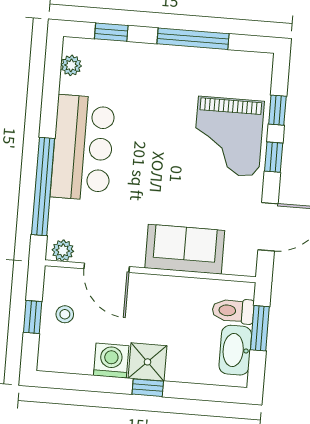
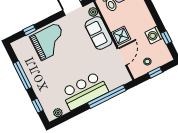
window: (274, 157) -> (47, 21), removed
plant: (63, 251) -> (93, 12), moved
shower: (148, 362) -> (121, 36), moved
window: (148, 388) -> (166, 38), moved

